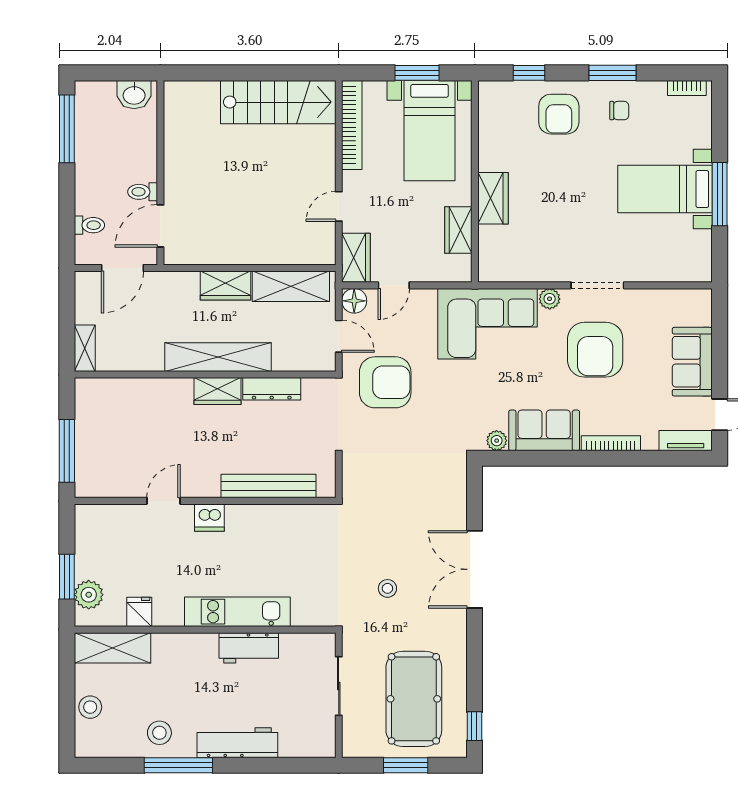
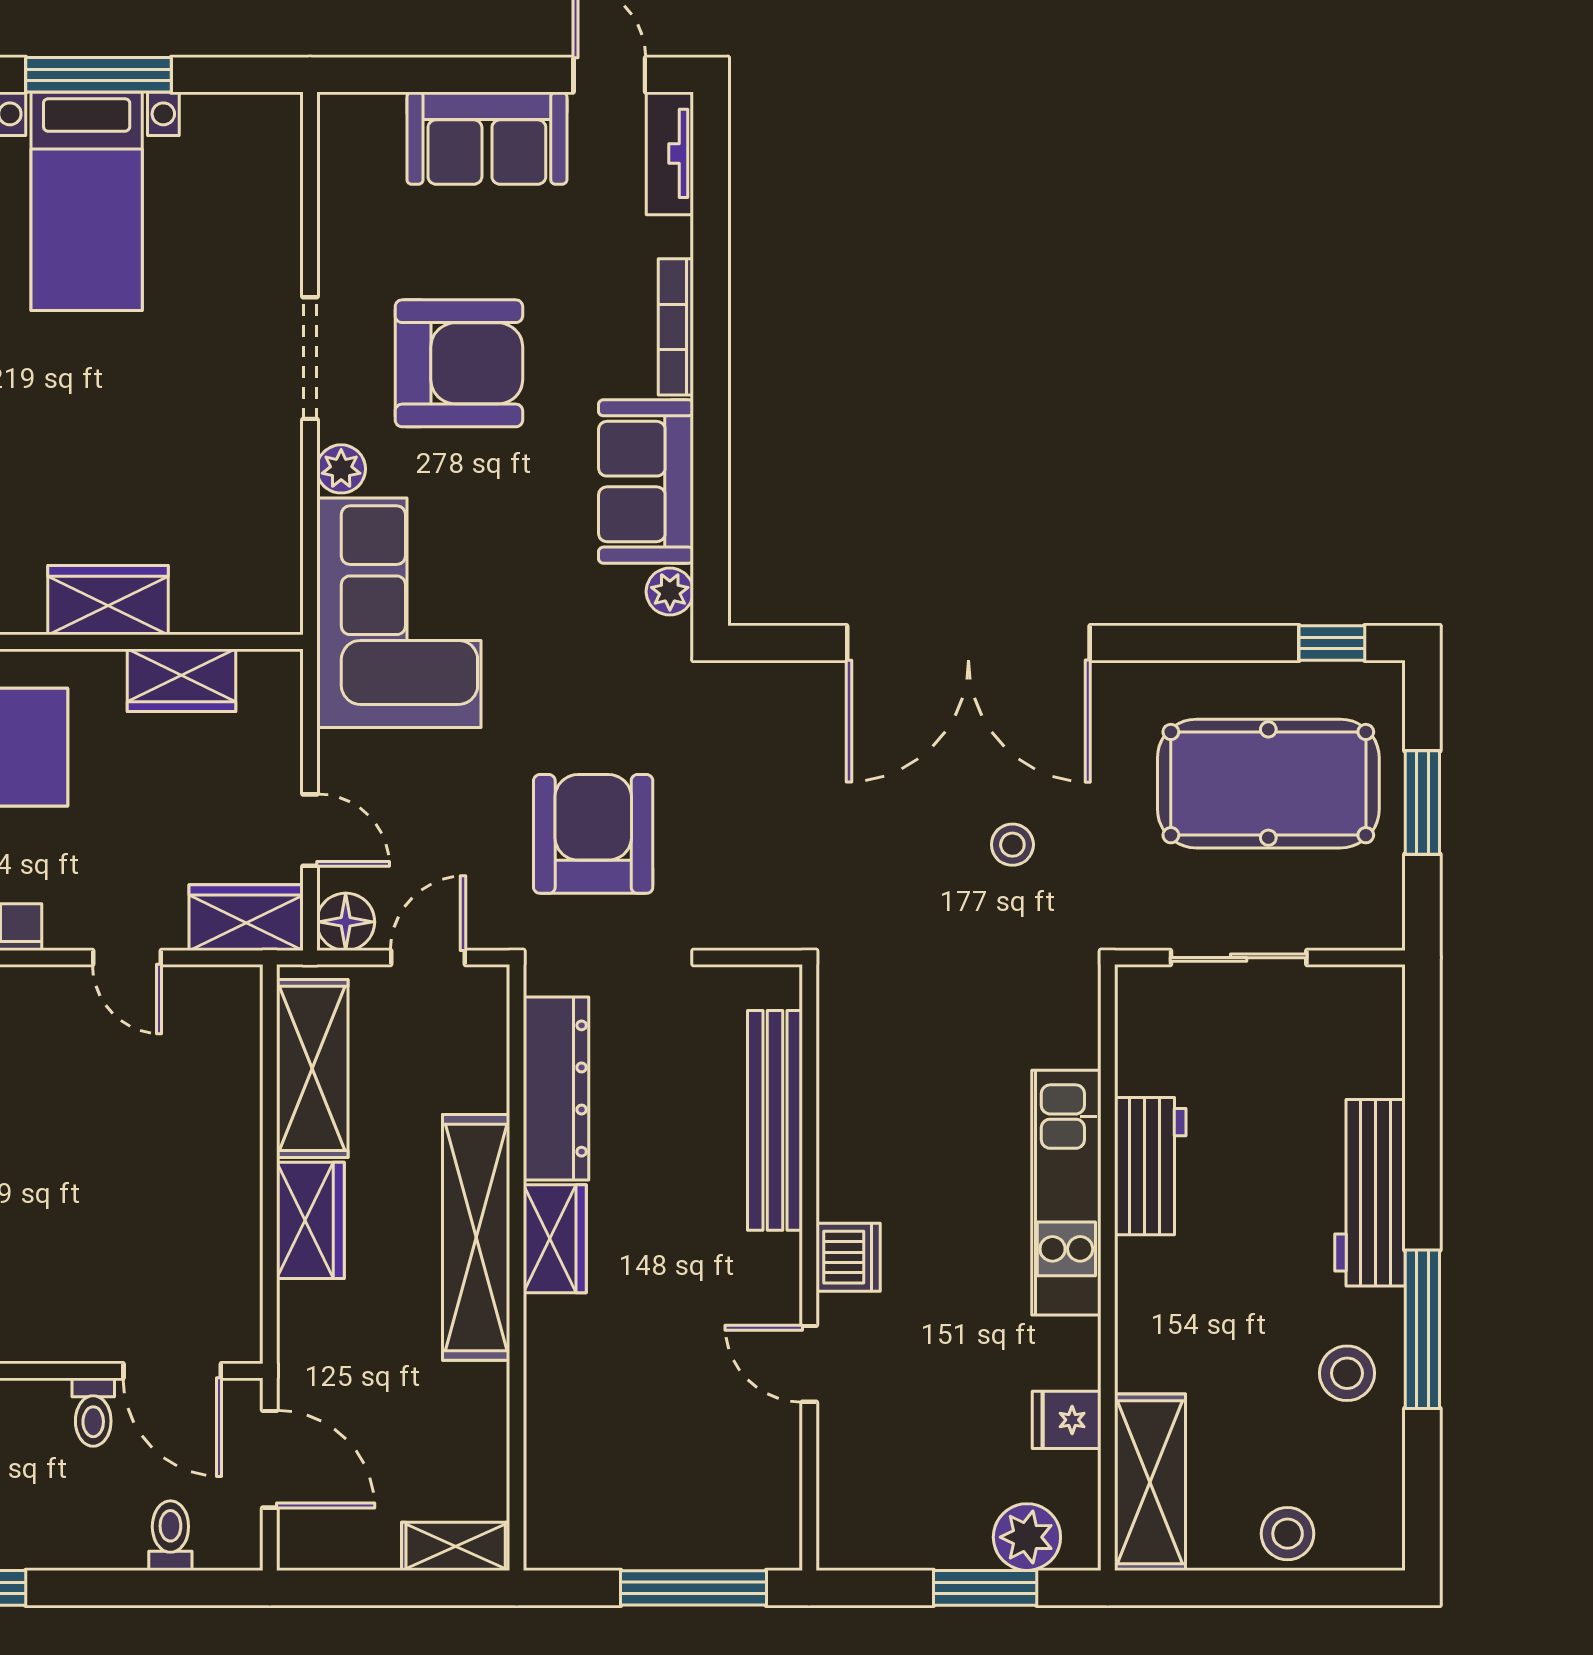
armchair: (385, 382) -> (593, 834), moved
dresser: (272, 389) -> (556, 1089), width x1.37, depth x1.24
double door: (474, 569) -> (968, 643), width x1.36

